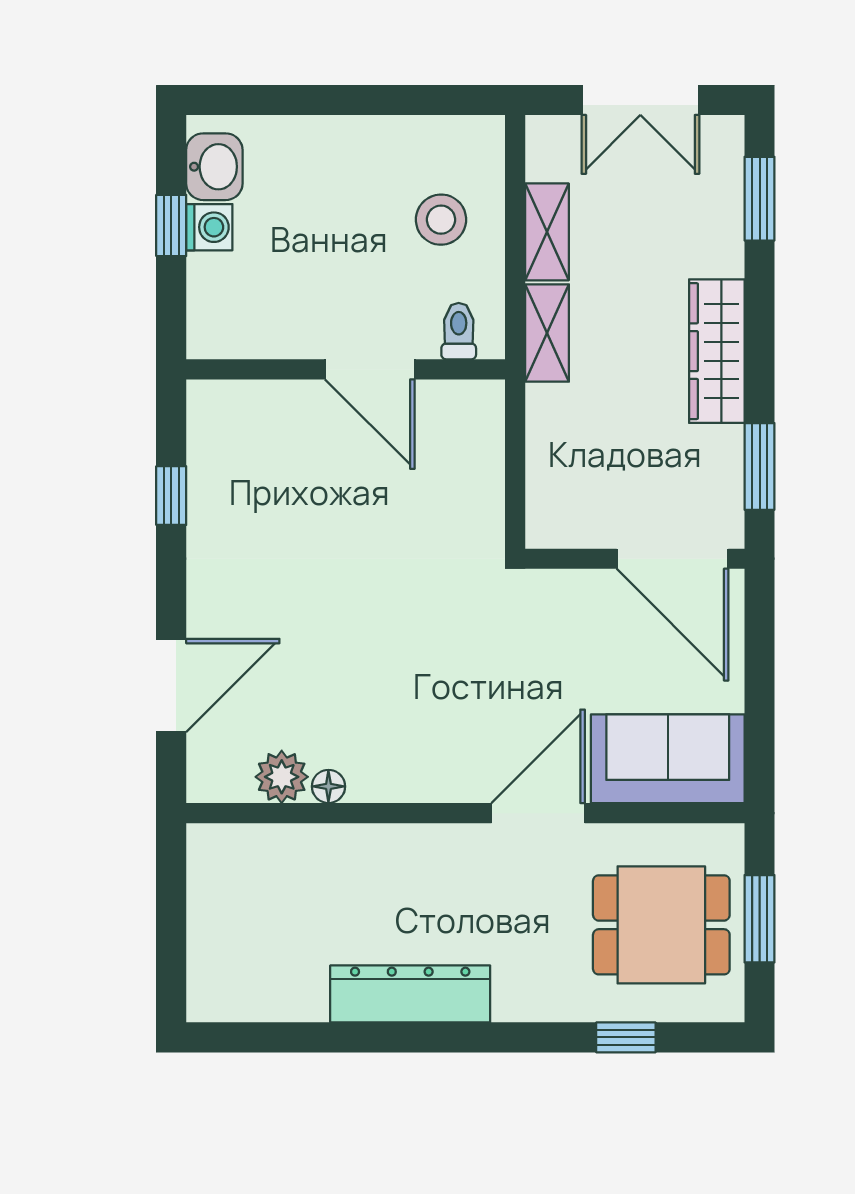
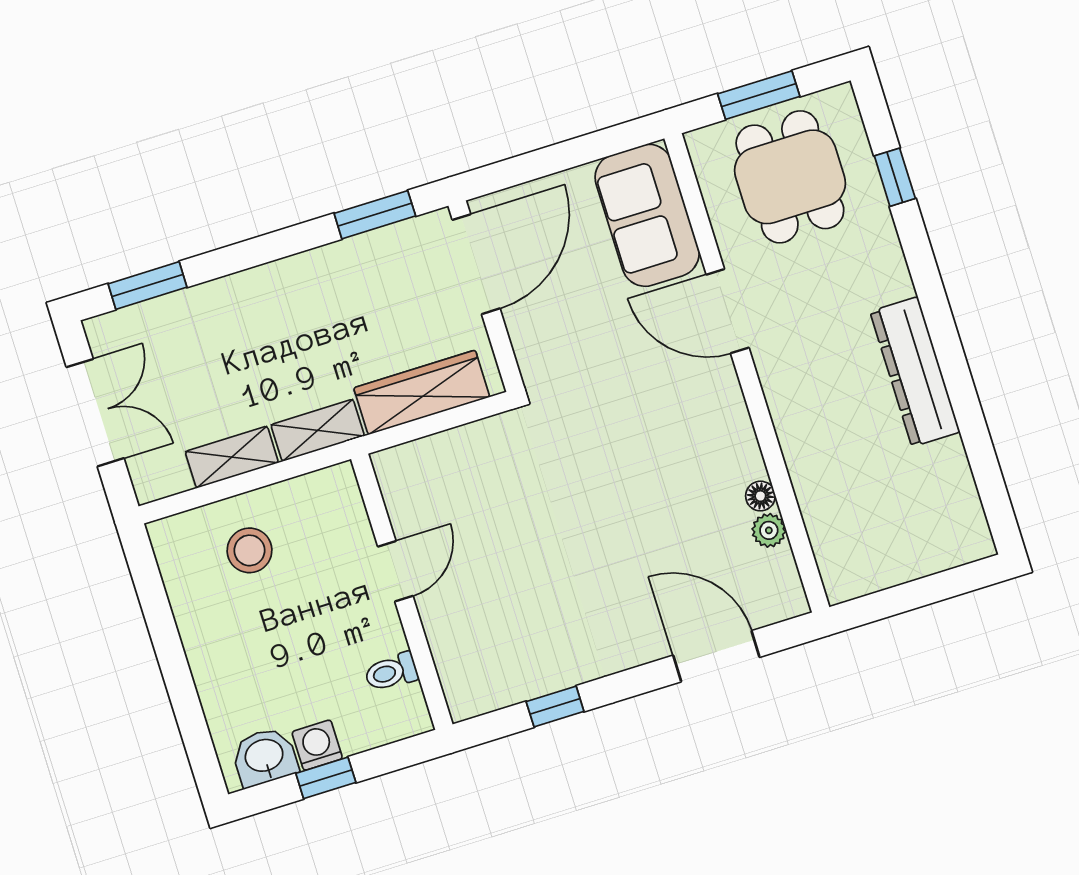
toilet: (459, 331) -> (391, 672), moved
wardrobe: (717, 351) -> (422, 392), moved, turned 180
door: (370, 369) -> (395, 571), width x0.73
plant: (282, 777) -> (769, 530), width x0.73, depth x0.73

